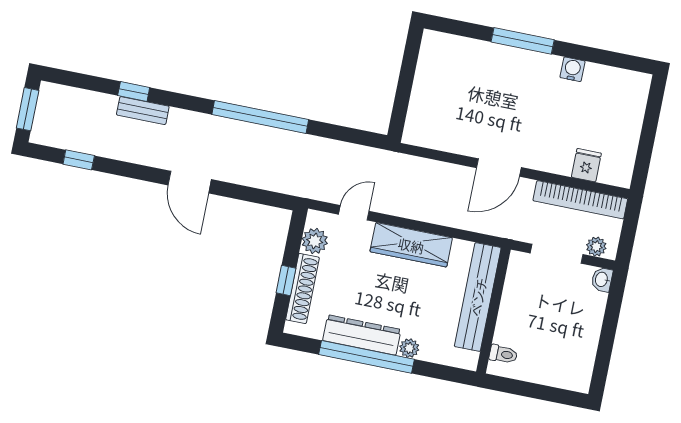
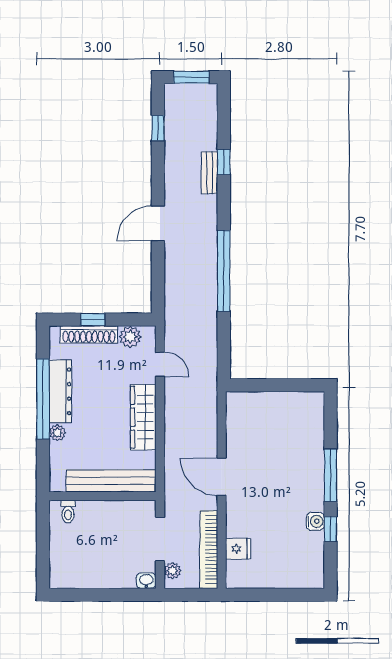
window: (585, 53) -> (330, 529), added

